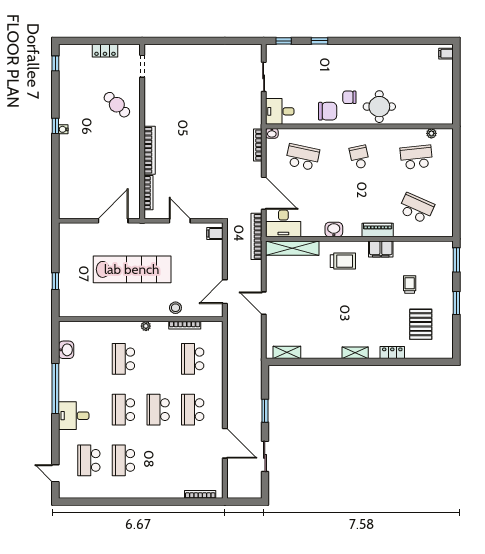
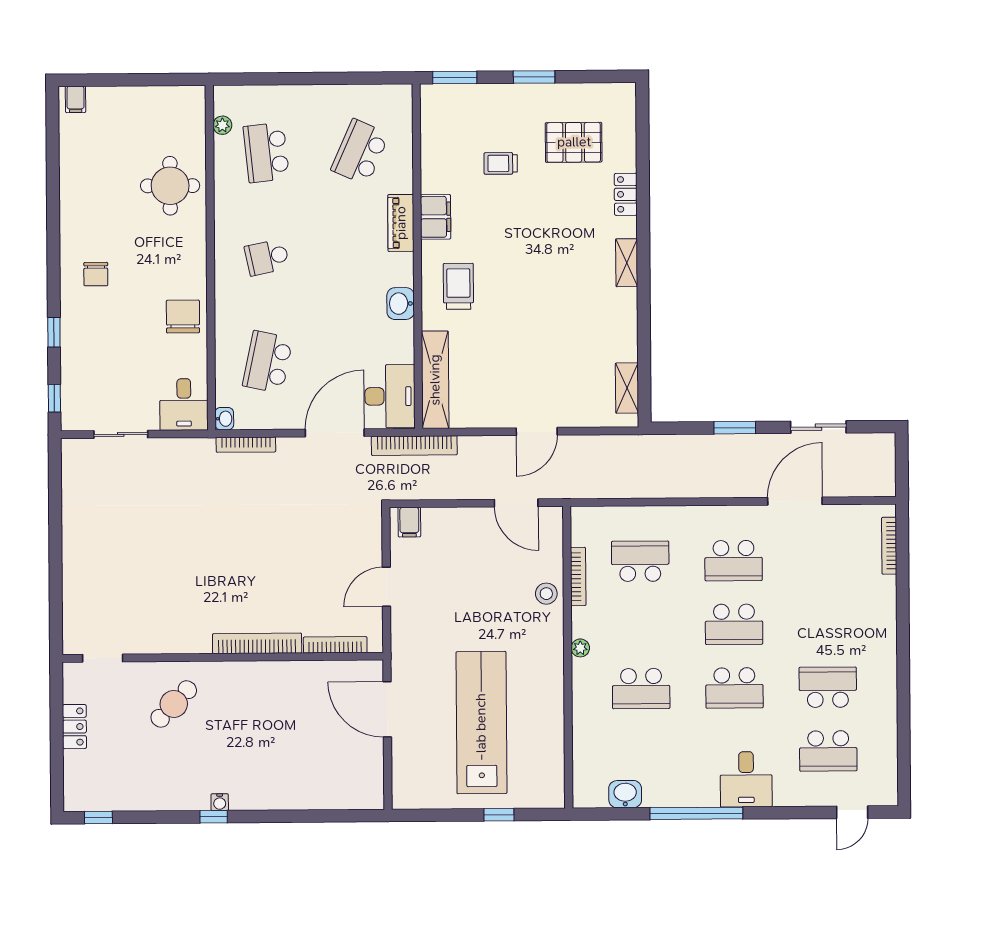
chair: (349, 97) -> (96, 274), moved
round table: (379, 107) -> (170, 186), moved
lab bench: (132, 269) -> (481, 723), moved
school desk: (193, 359) -> (640, 561), turned 180
school desk: (123, 460) -> (828, 687), turned 180

